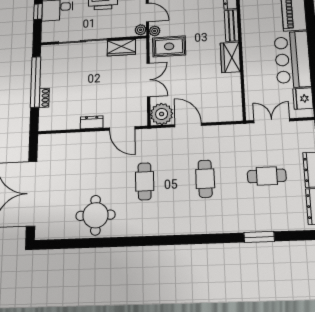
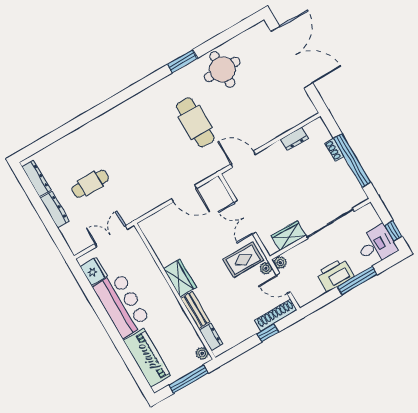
plant: (162, 114) -> (214, 191), removed
double door: (272, 121) -> (111, 236), swing flipped
dresser: (92, 122) -> (294, 139), moved
cafe table: (205, 179) -> (143, 153), removed
cafe table: (145, 181) -> (195, 122), width x1.37, depth x1.35
window: (259, 237) -> (182, 61), moved

